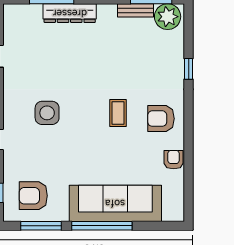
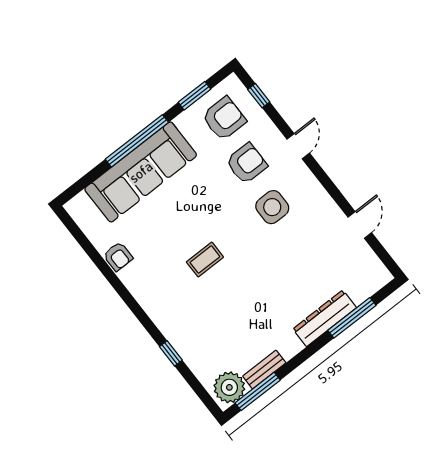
coffee table: (118, 113) -> (205, 259), turned 90
armchair: (161, 119) -> (247, 163), moved
window: (41, 226) -> (195, 96), width x0.69

